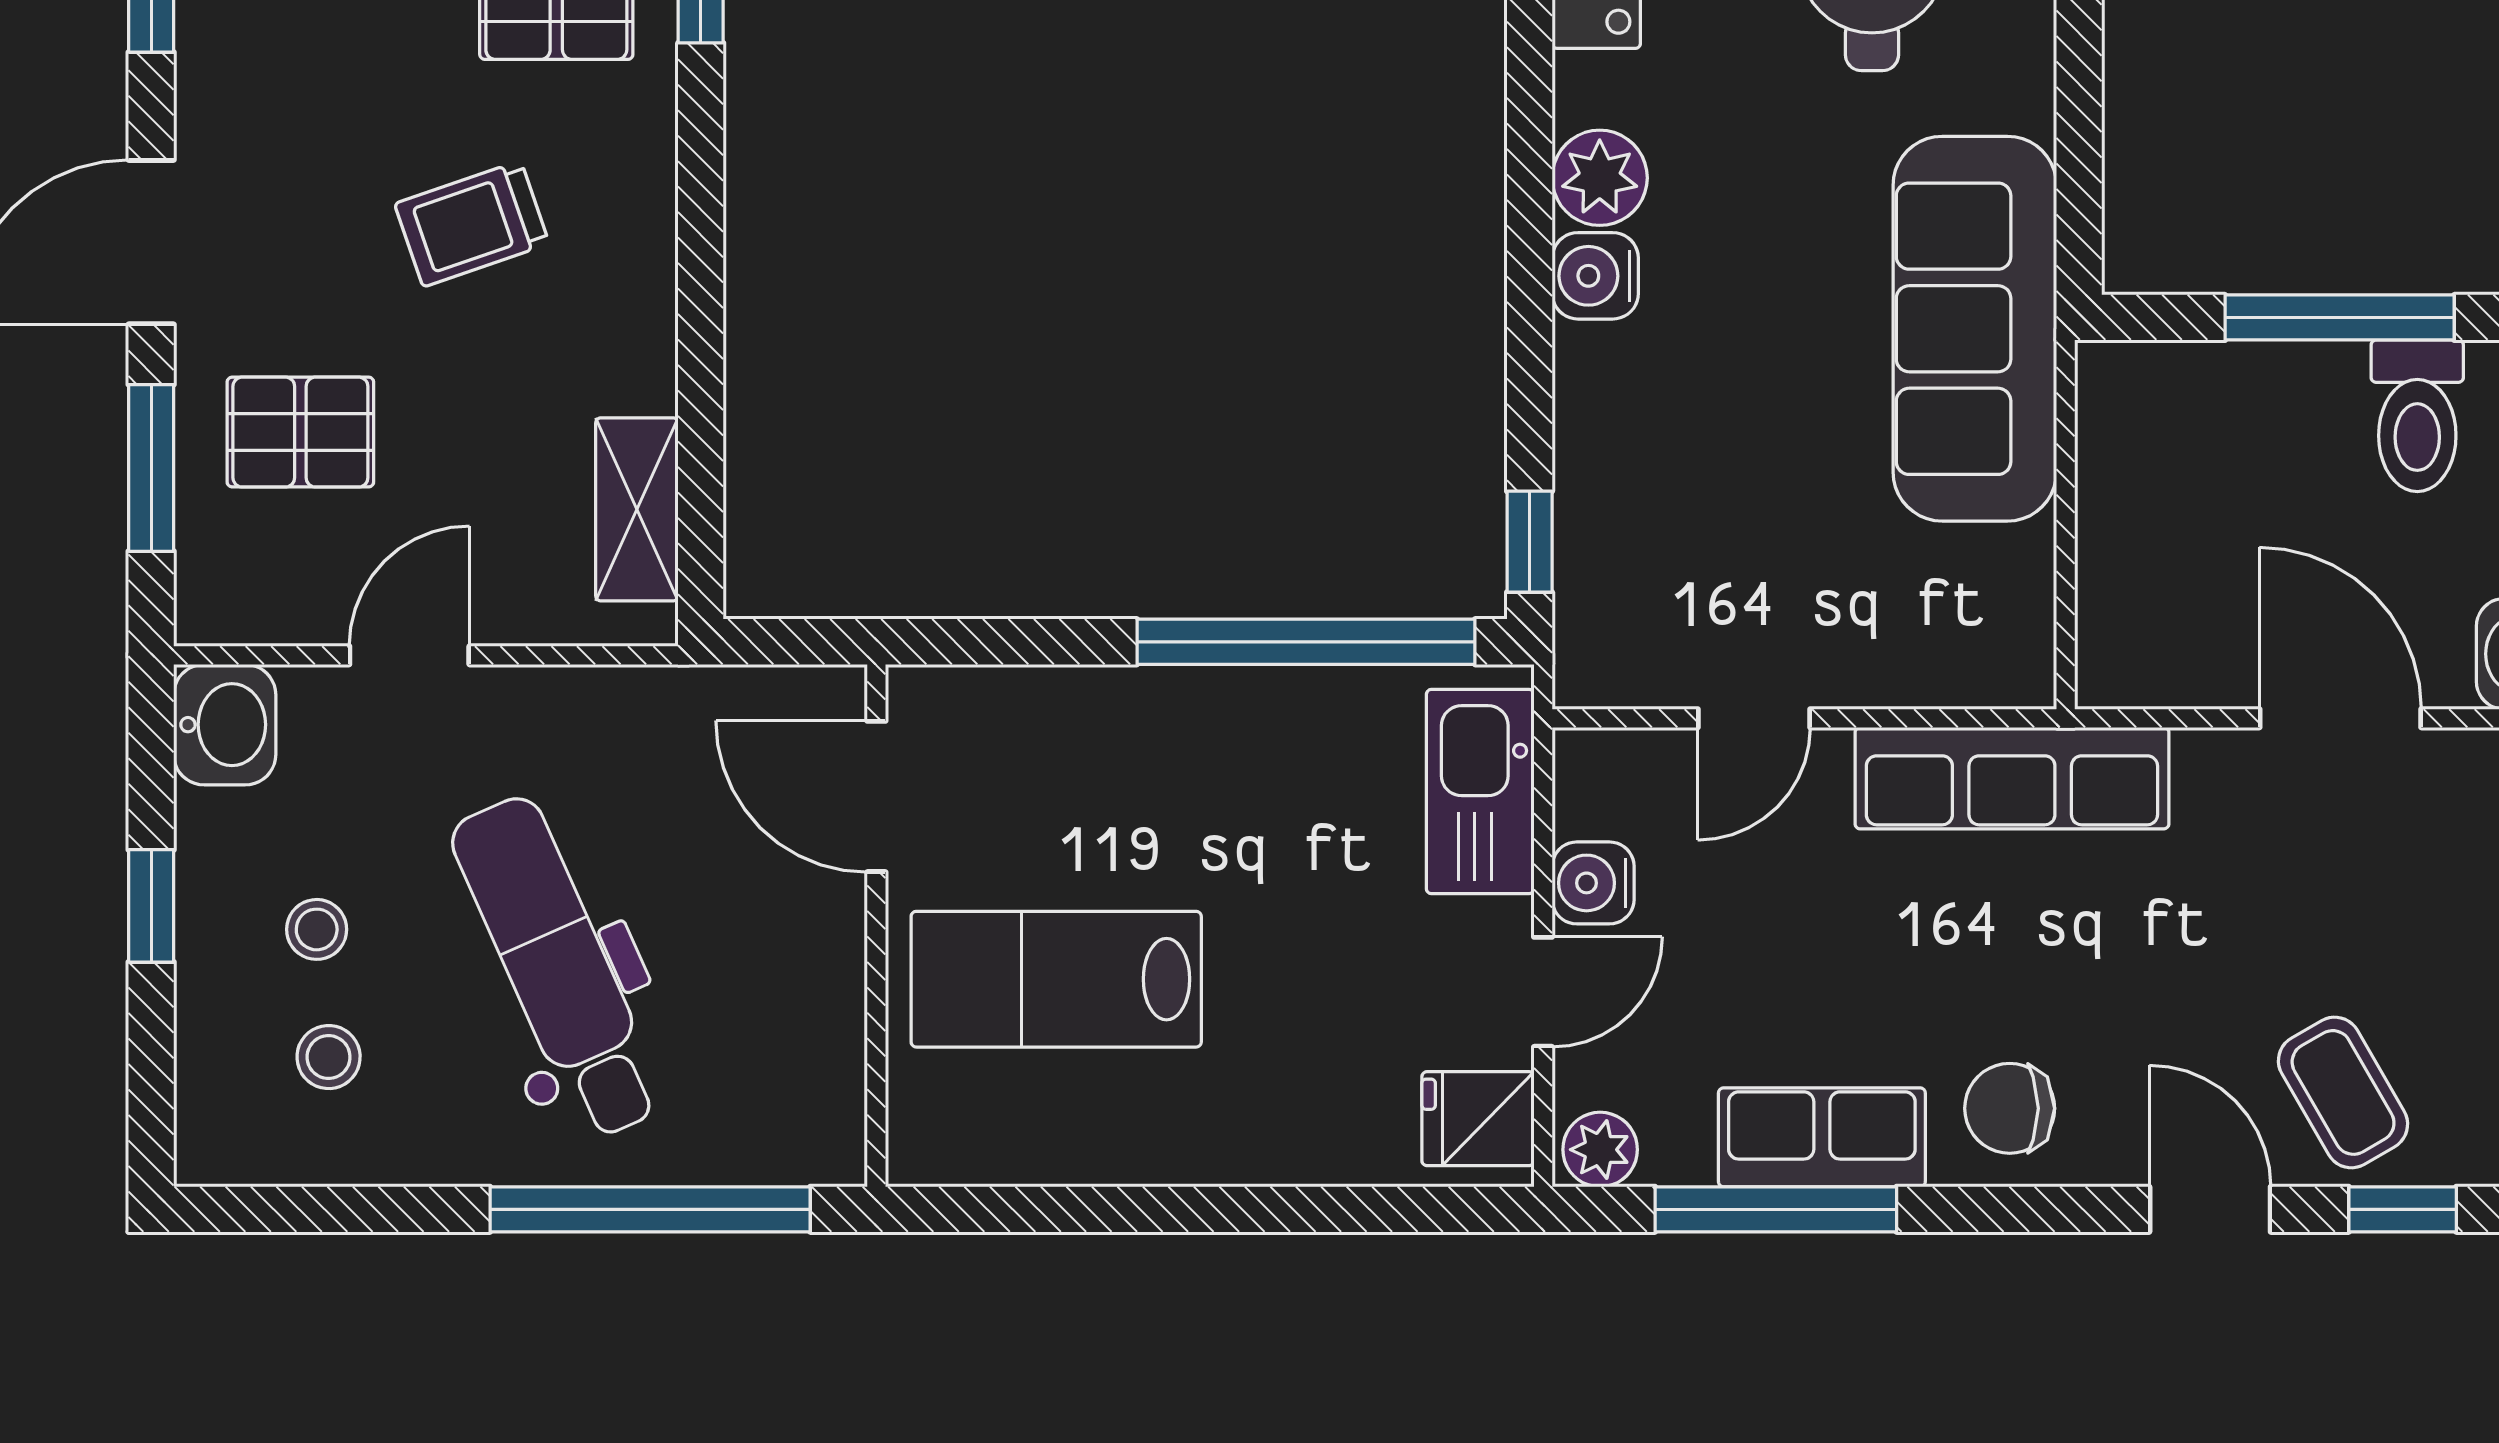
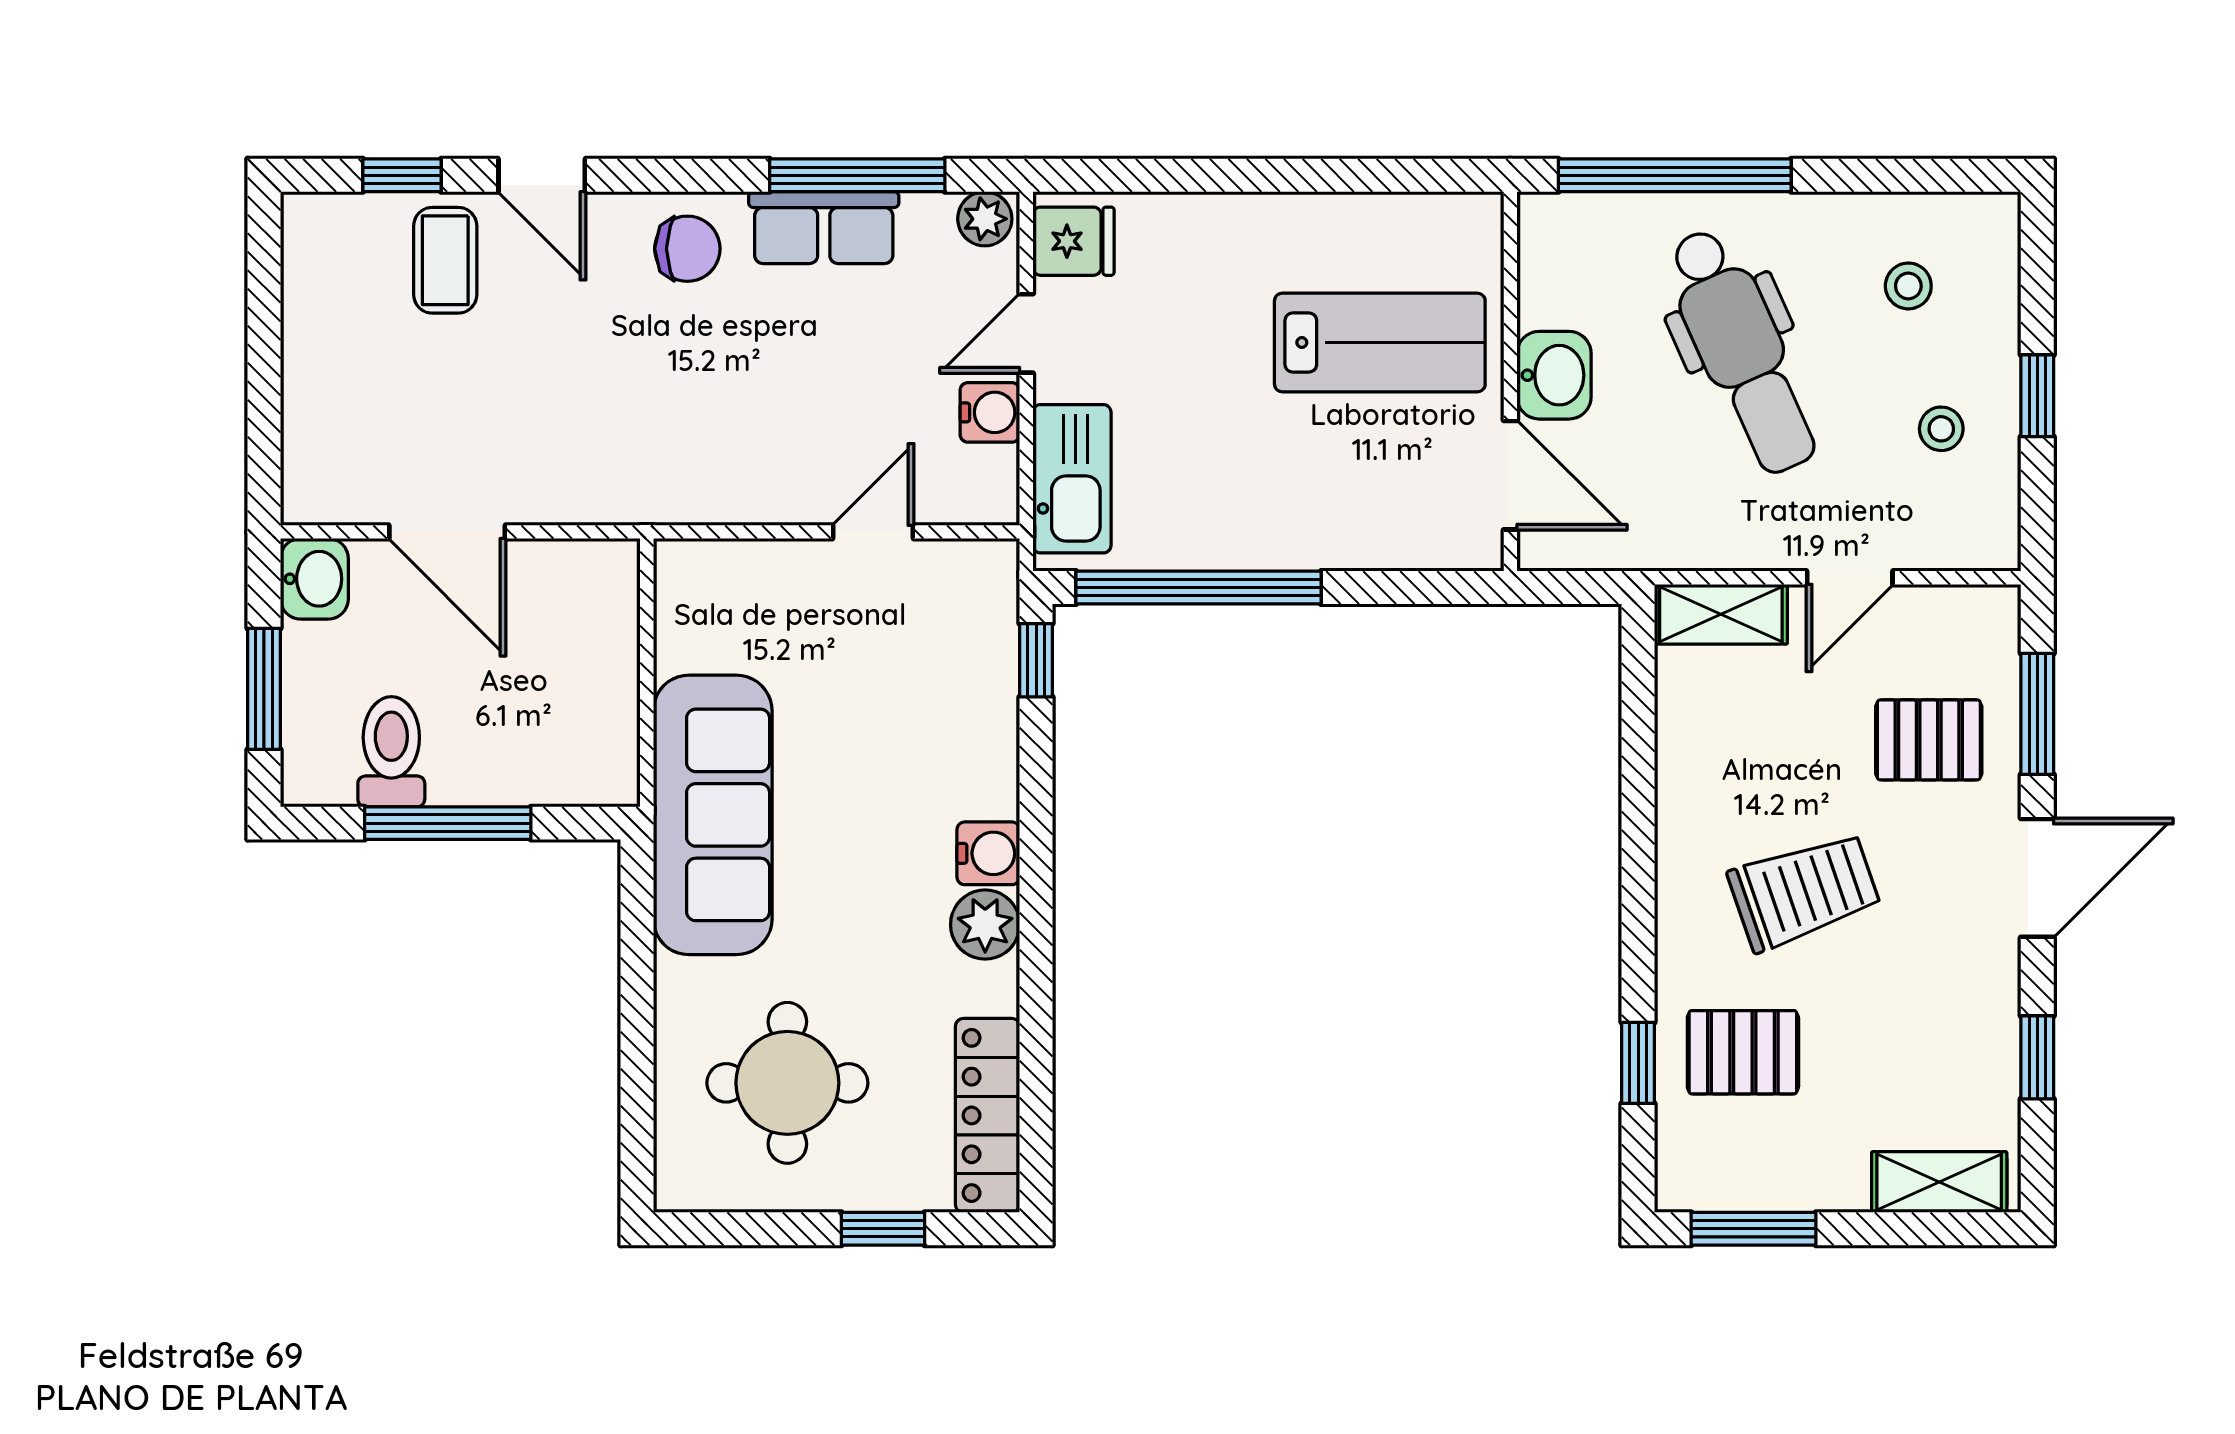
trolley: (472, 224) -> (1804, 891), width x1.36, depth x1.39
shelving: (637, 509) -> (1721, 614), moved, turned 90
washbasin: (225, 725) -> (1554, 375), moved, turned 180
row of seats: (2012, 778) -> (686, 489), removed
stool: (317, 929) -> (1941, 429), moved
coffee table: (2343, 1092) -> (445, 260), turned 30

